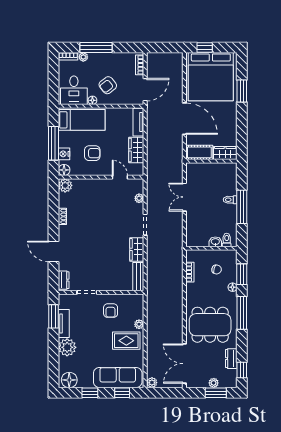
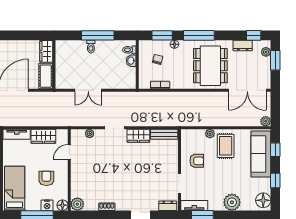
tv unit: (64, 323) -> (194, 206), moved
plant: (214, 383) -> (266, 52), moved

